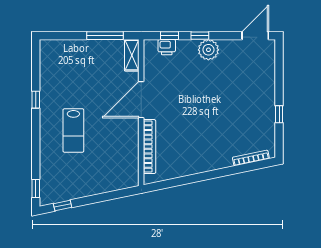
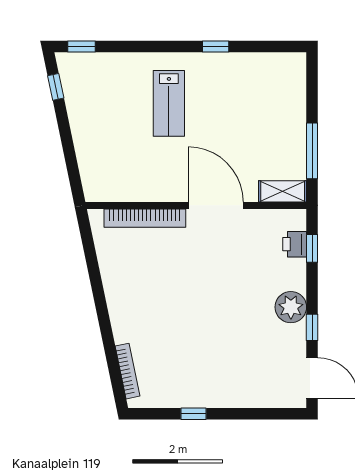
window: (200, 36) -> (312, 327), moved
lab bench: (73, 131) -> (169, 103), turned -90

